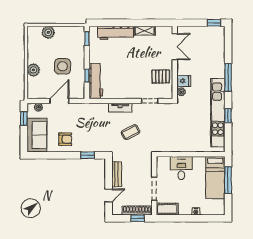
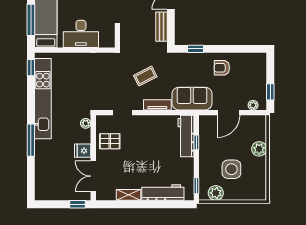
window: (214, 23) -> (77, 204), moved
plant: (48, 32) -> (216, 193), moved
side table: (63, 66) -> (231, 169), moved
fridge: (184, 81) -> (83, 151), moved
window: (228, 116) -> (31, 68), moved
sofa: (37, 135) -> (192, 99), moved, turned 90
desk: (181, 168) -> (81, 34), width x1.37

